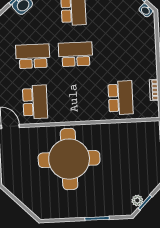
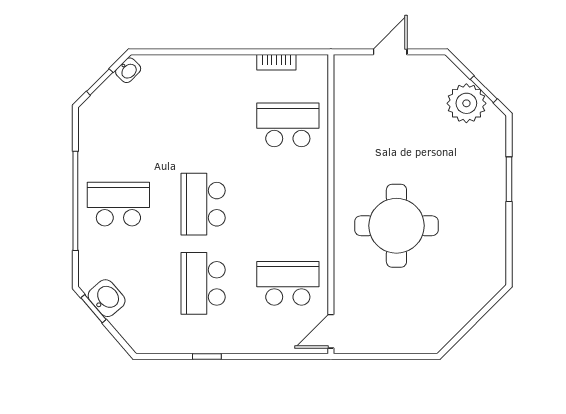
round table: (69, 159) -> (396, 226), width x0.73, depth x0.73
plant: (137, 200) -> (466, 103), width x1.88, depth x1.88

